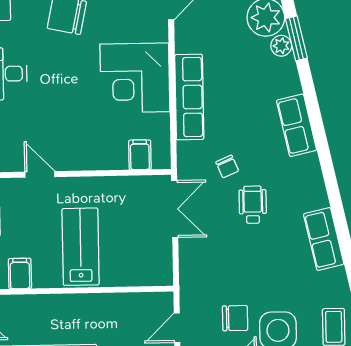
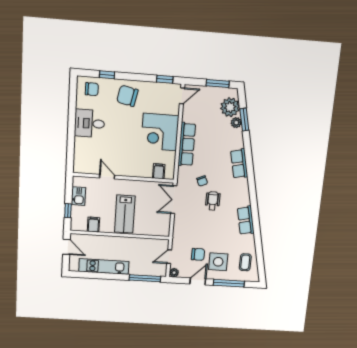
double door: (175, 209) -> (174, 200), swing flipped
lab bench: (81, 247) -> (125, 214), turned 180

